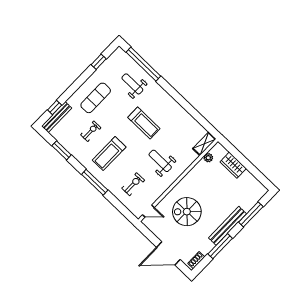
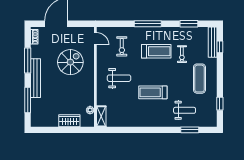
window: (143, 64) -> (190, 130), width x0.47
treadmill: (109, 154) -> (156, 51), turned 90
door: (148, 211) -> (95, 39), swing flipped

